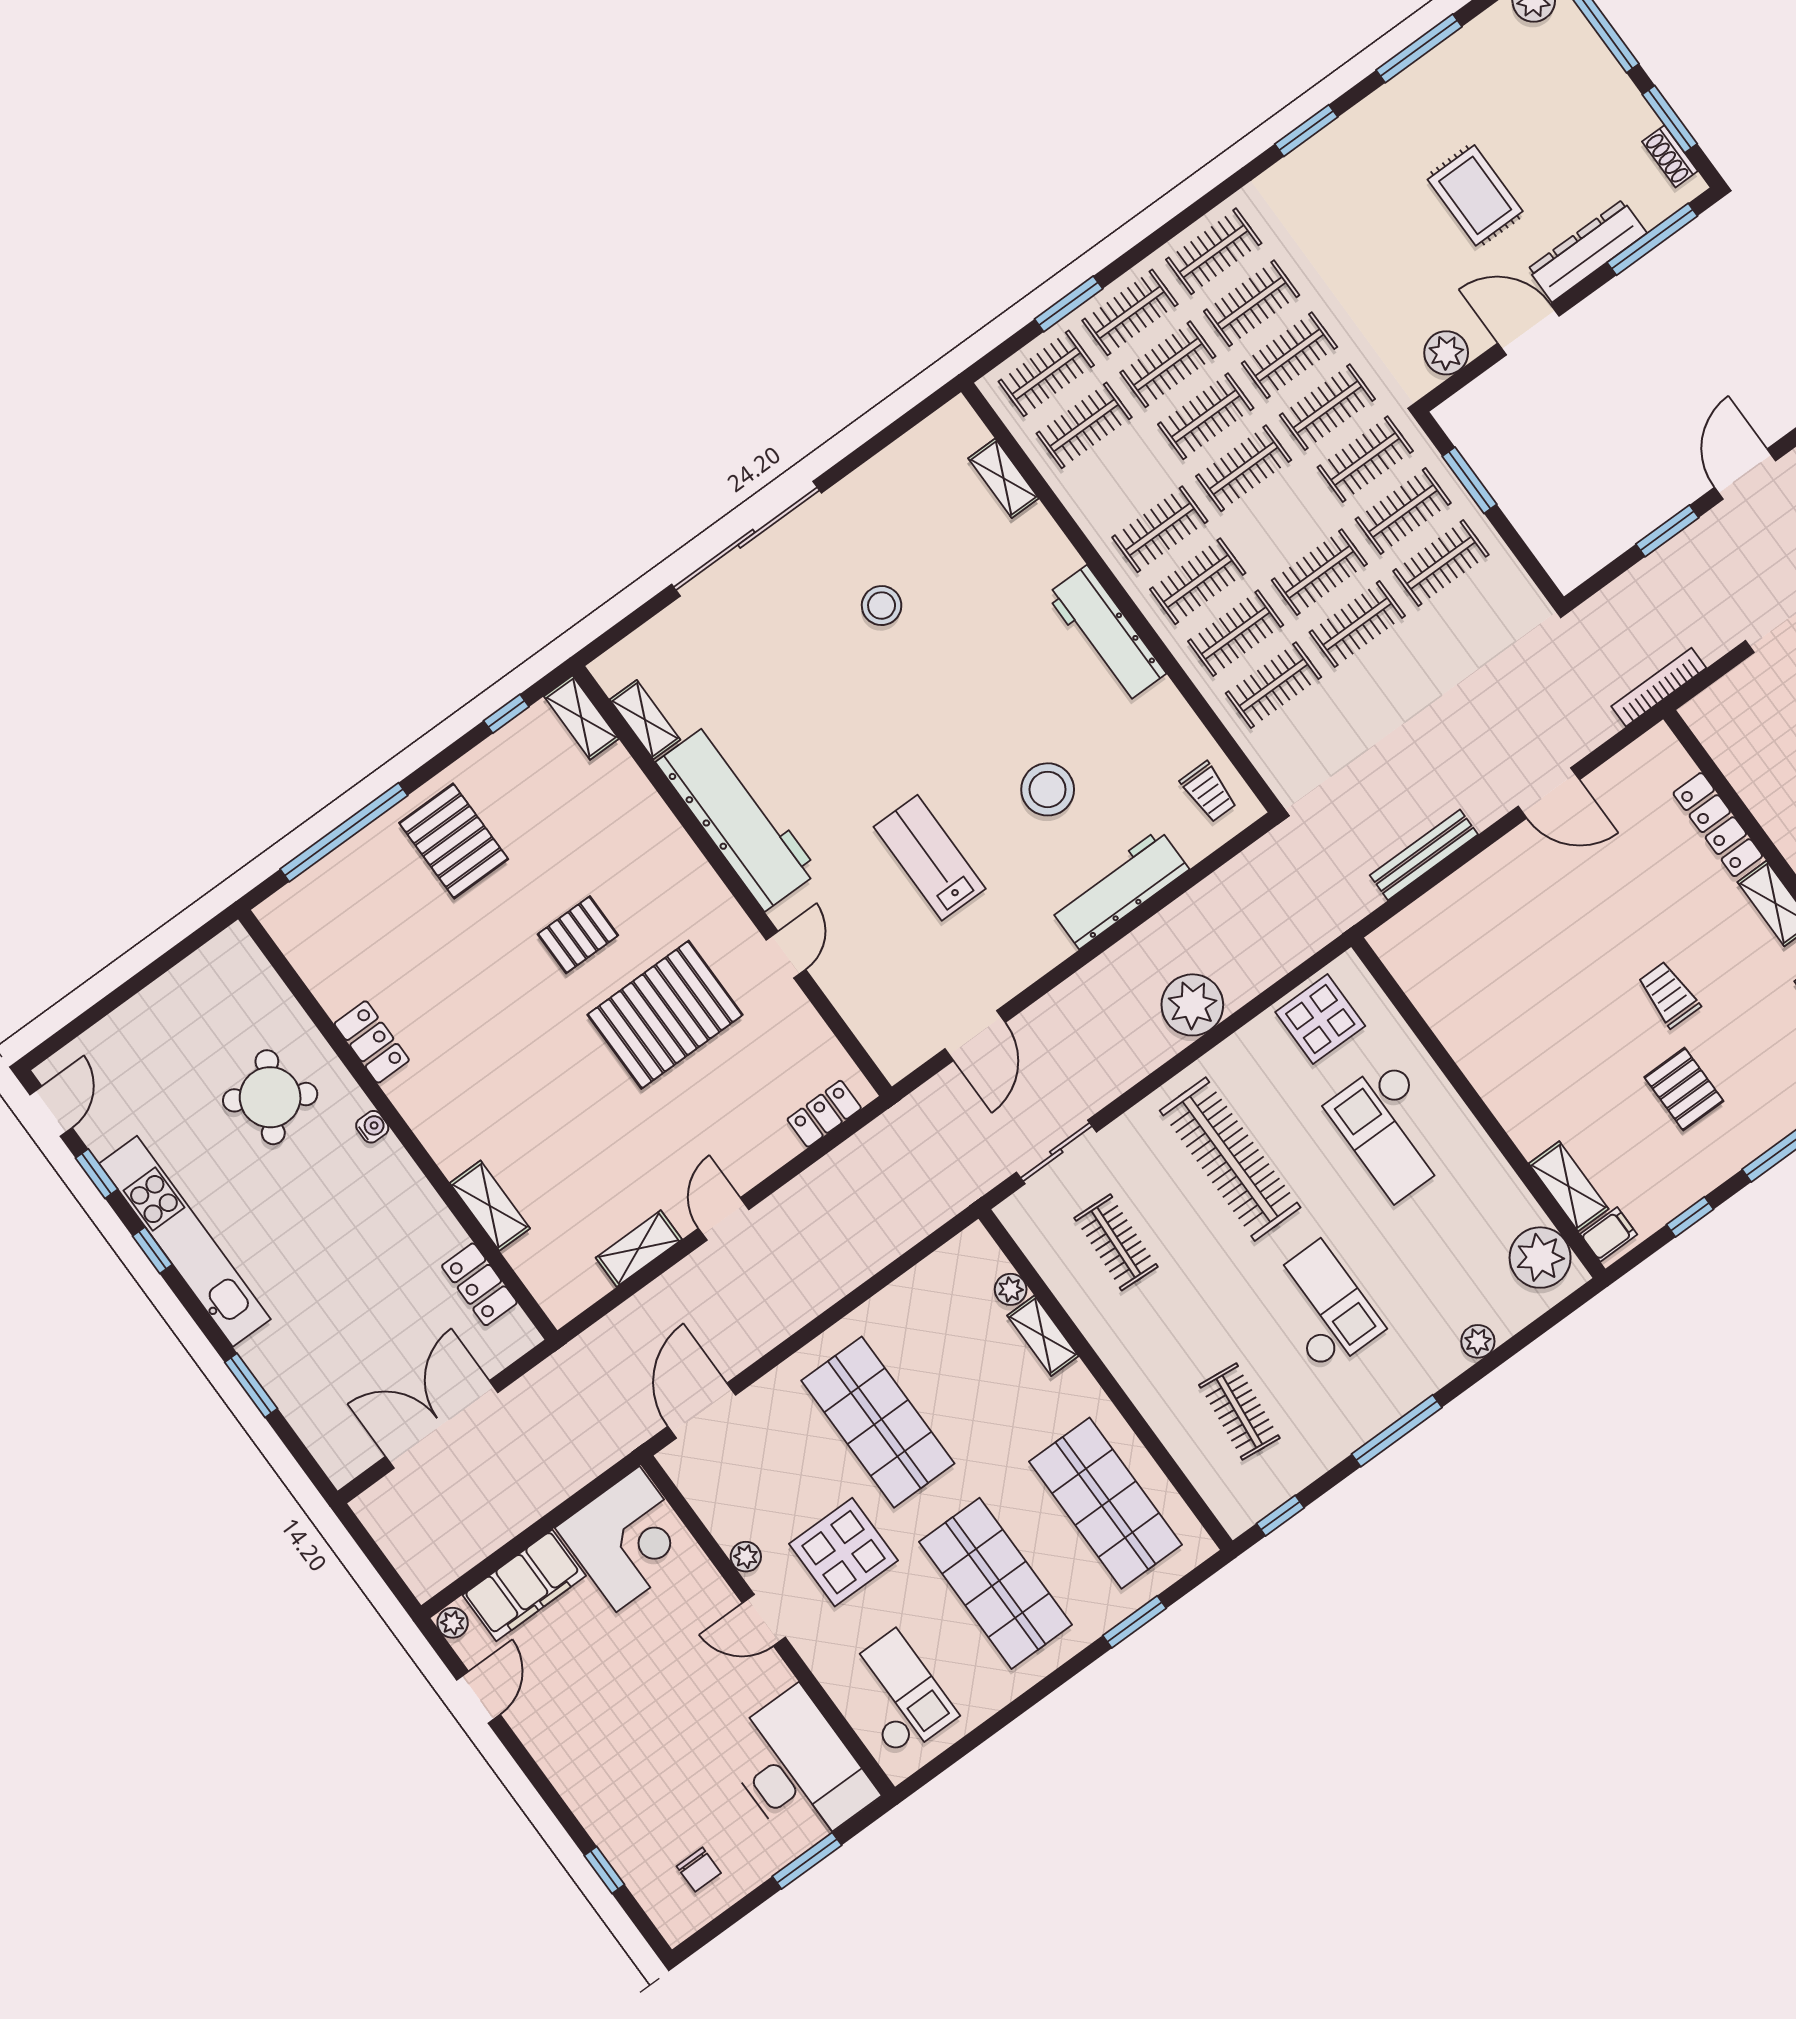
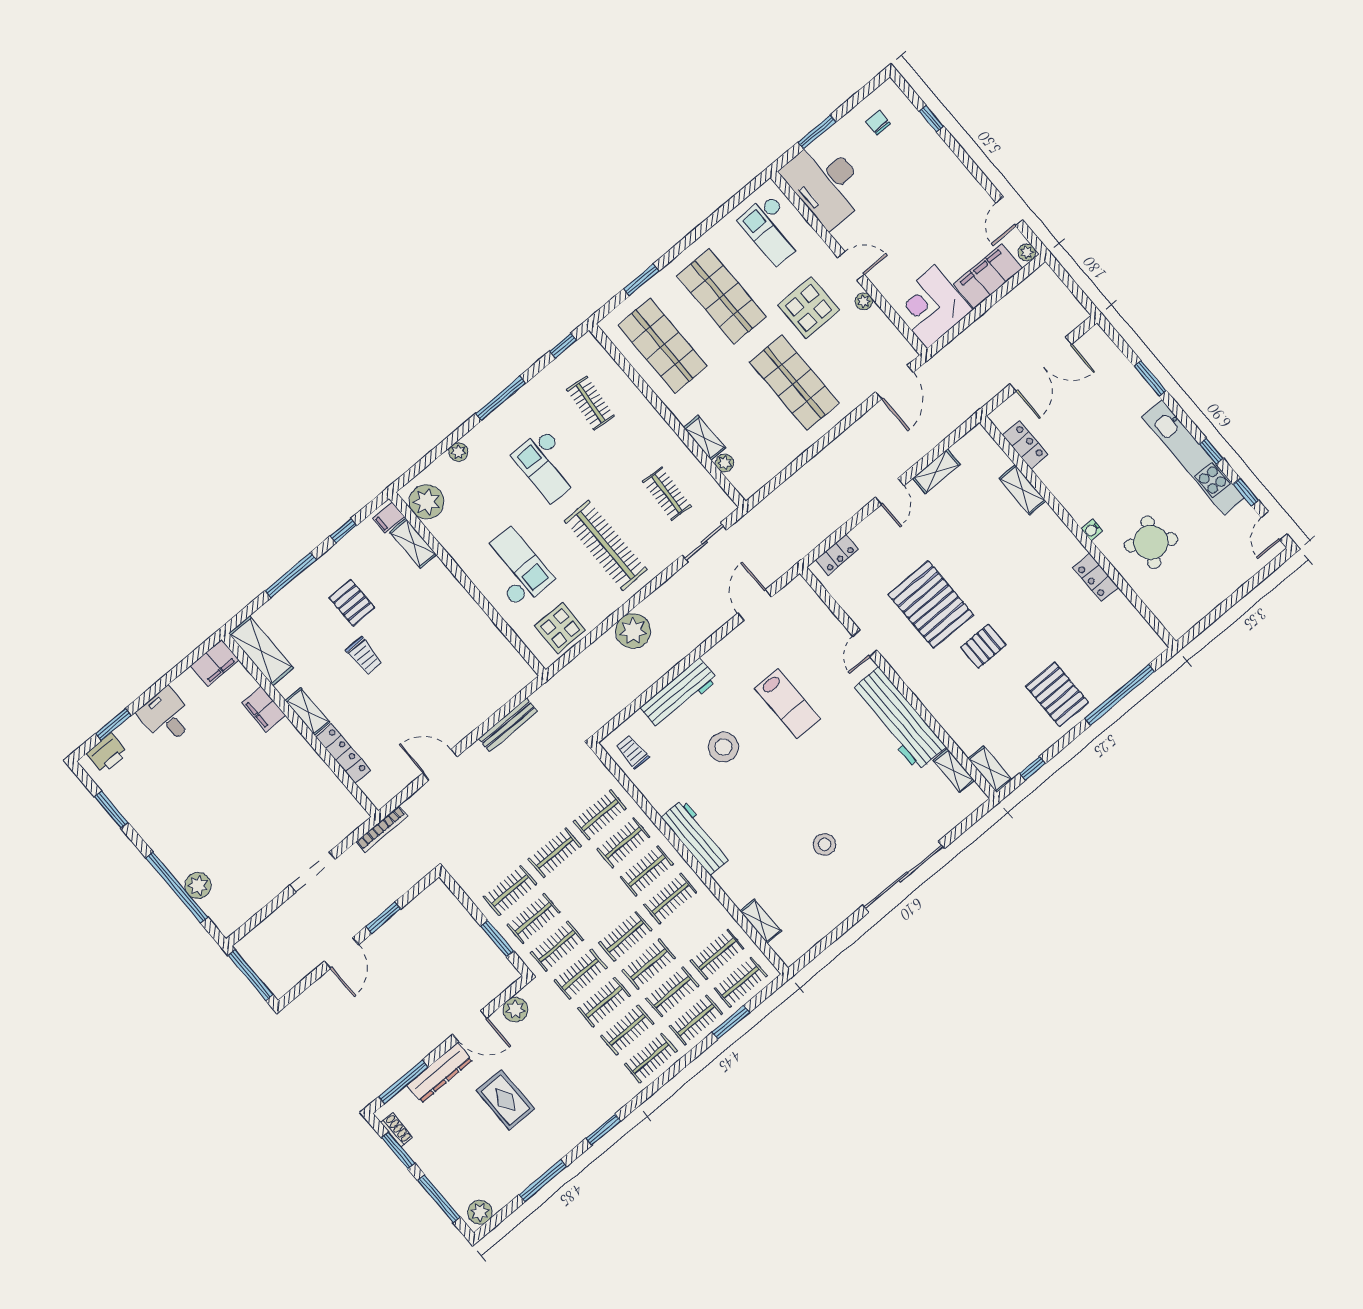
clothes rail: (1319, 572) -> (578, 881), removed
pallet: (665, 1015) -> (931, 605), turned 90

